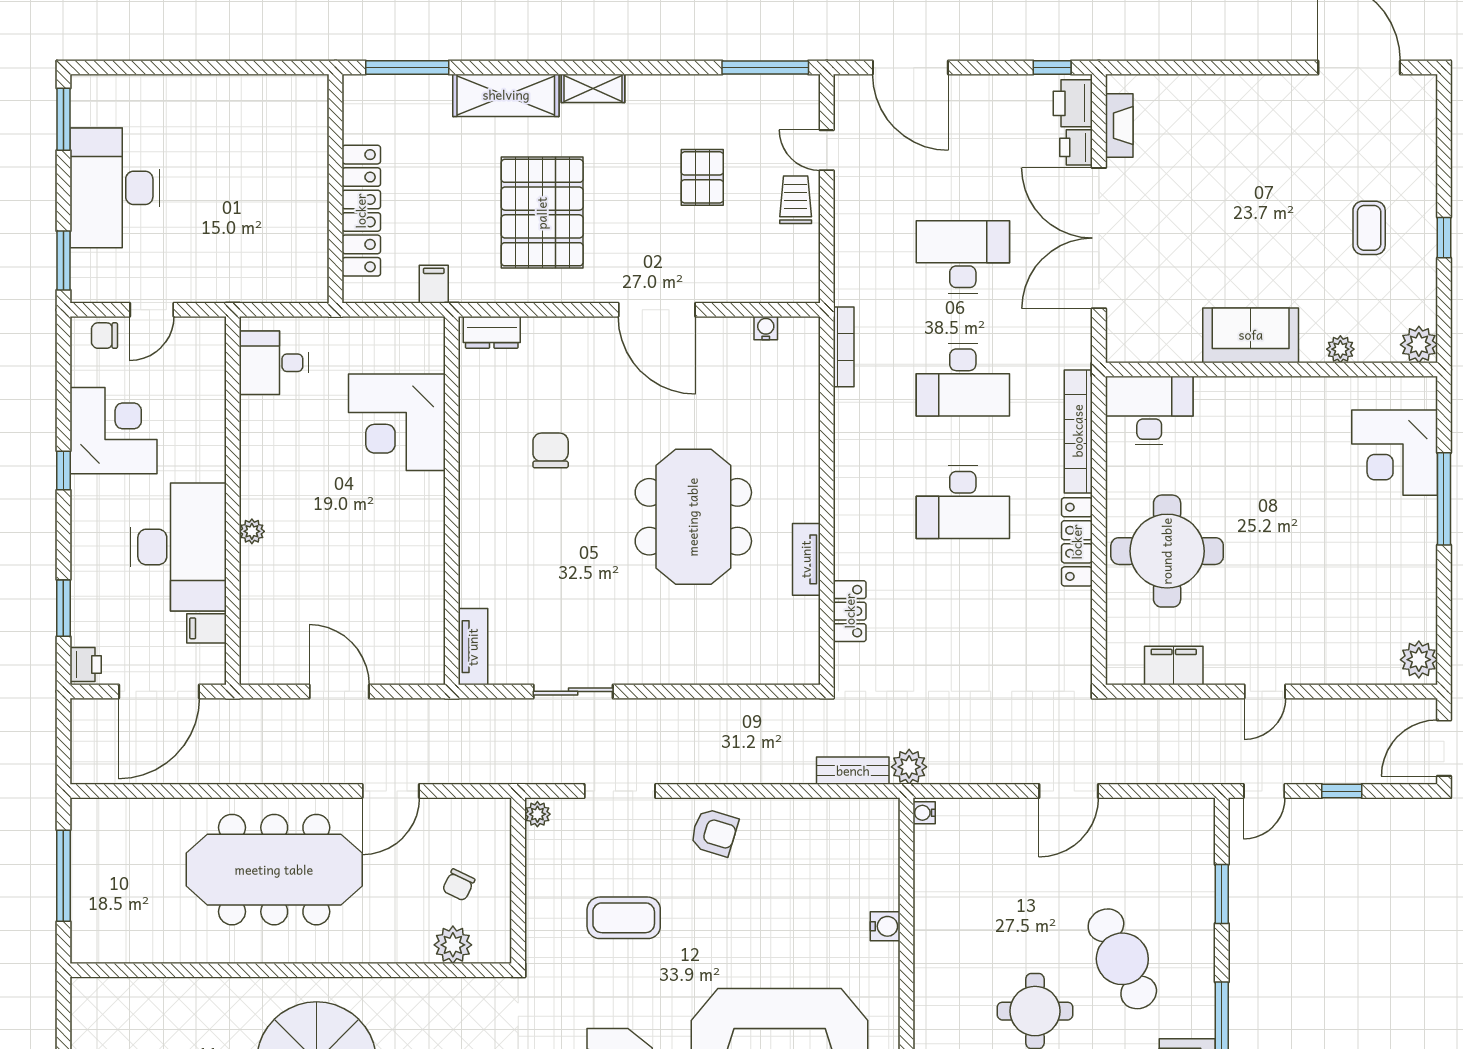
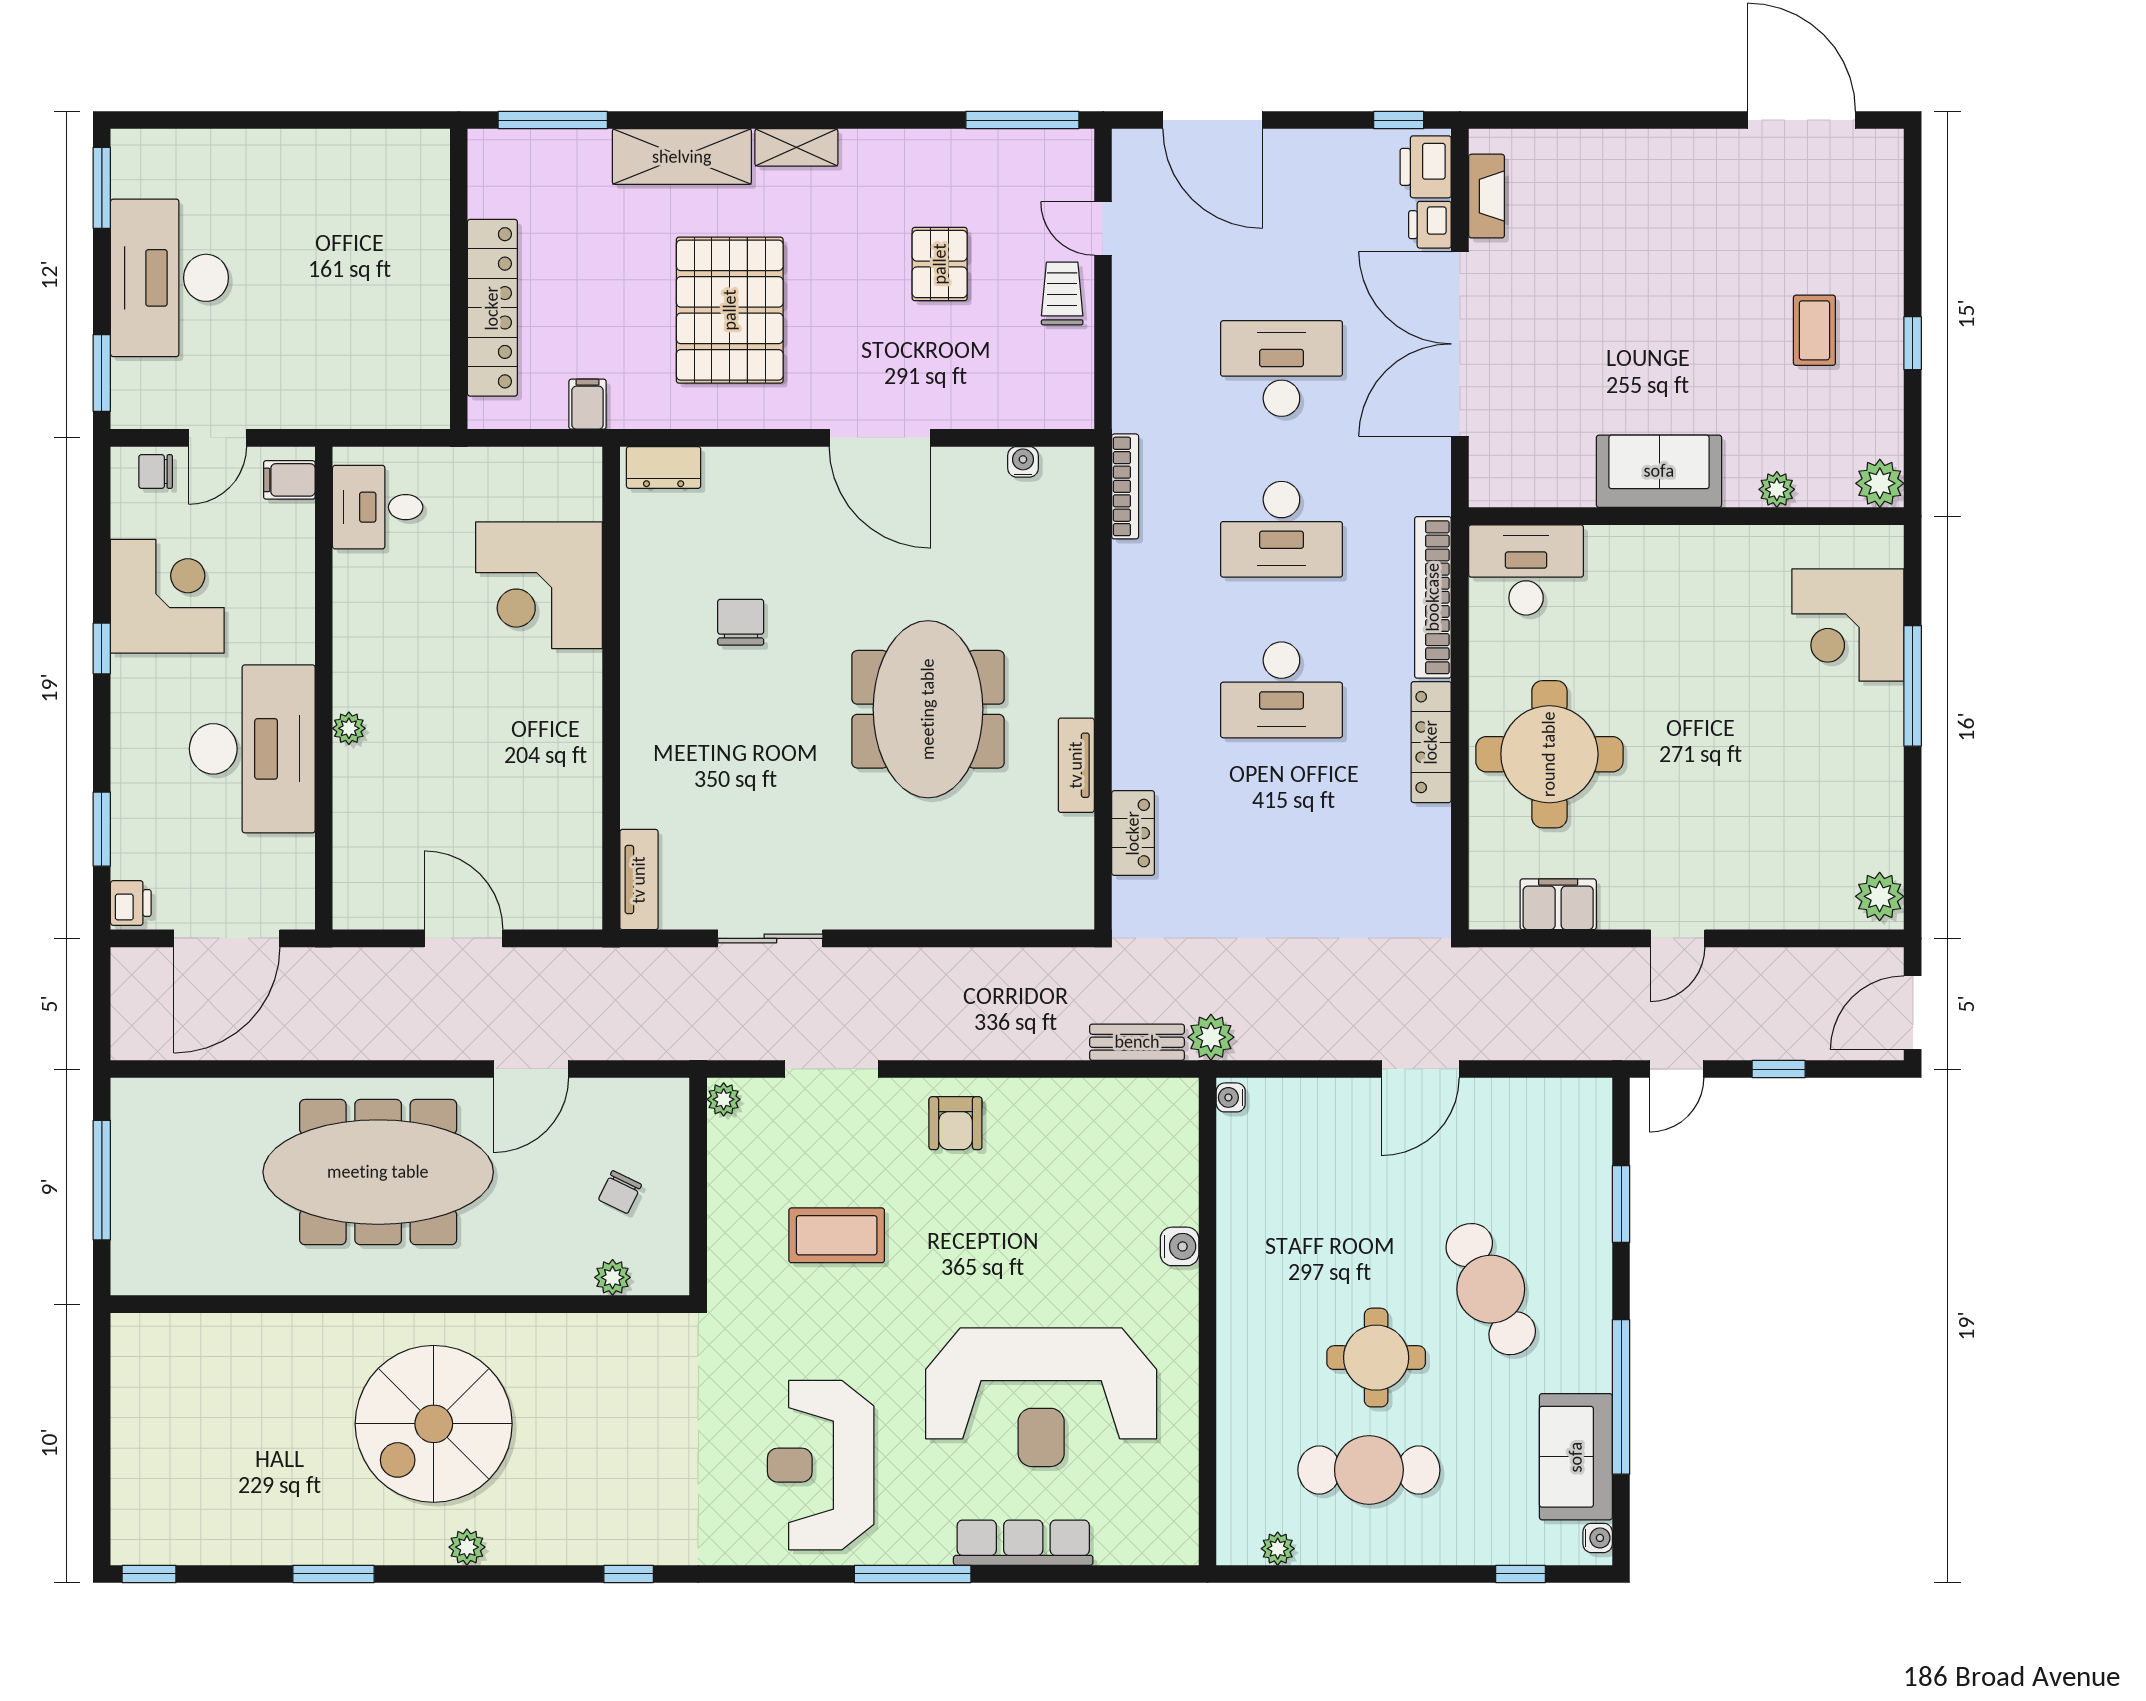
filing cabinet: (206, 628) -> (289, 480), moved
armchair: (714, 832) -> (955, 1123), turned 73
plant: (453, 945) -> (613, 1277), width x0.73, depth x0.73

